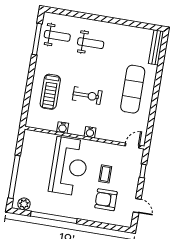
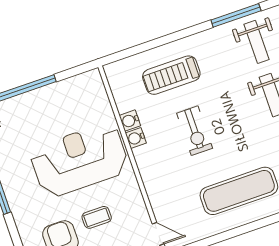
water cooler: (90, 132) -> (136, 138), moved
reception desk: (69, 166) -> (79, 160), turned 180

